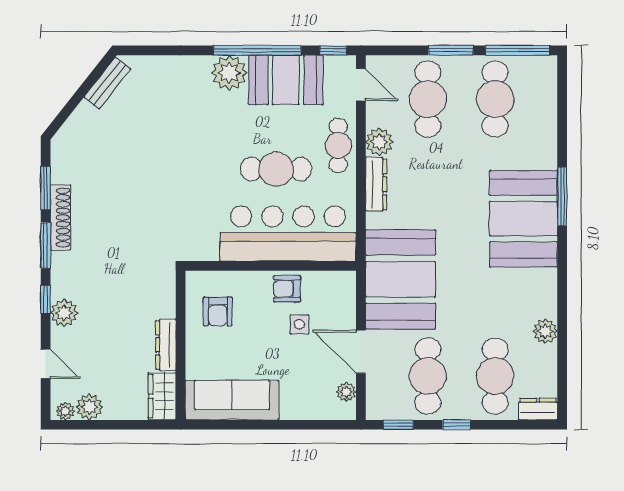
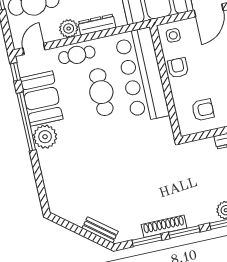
bench: (107, 83) -> (100, 230), moved
armchair: (287, 289) -> (178, 68), turned 180
side table: (299, 324) -> (173, 35), moved

